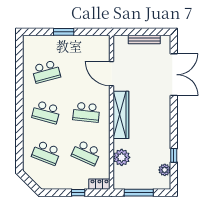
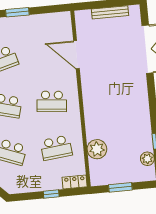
wardrobe: (121, 115) -> (91, 101), removed
school desk: (86, 153) -> (56, 148), turned -30
window: (139, 193) -> (120, 187), width x0.69

